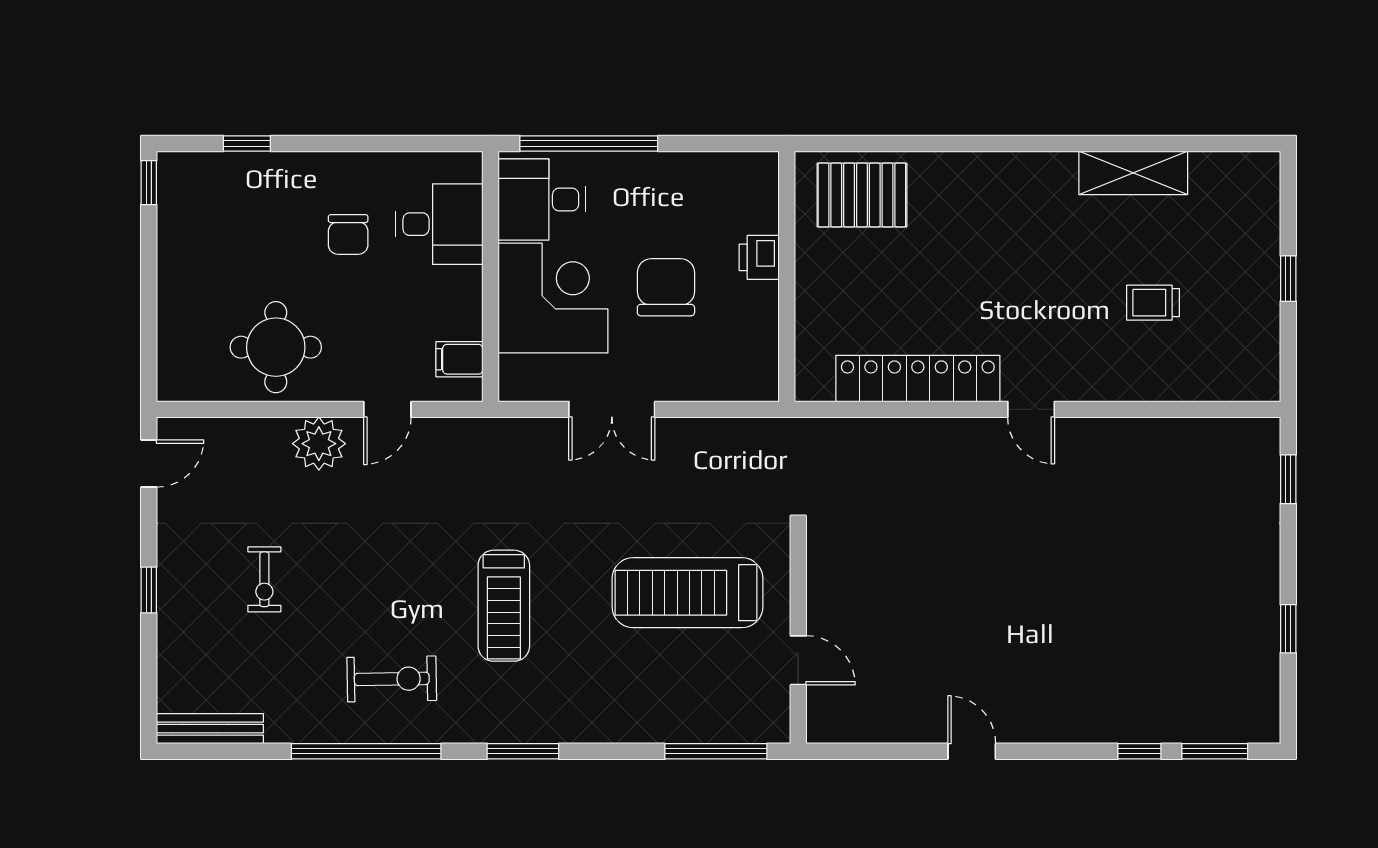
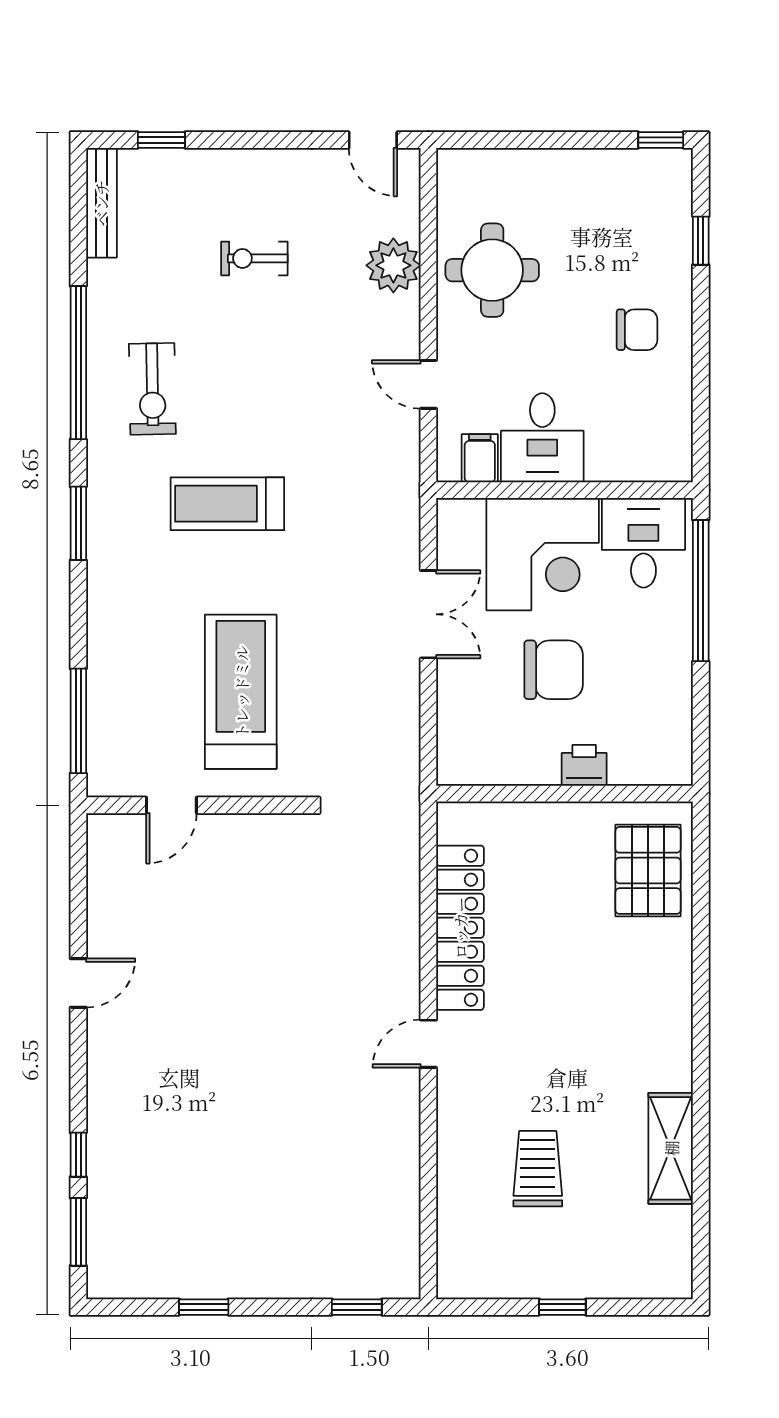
desk: (439, 224) -> (542, 438), moved
chair: (348, 234) -> (637, 330), moved, turned 180
trolley: (1153, 303) -> (538, 1169), width x1.36, depth x1.39
double door: (612, 409) -> (428, 614), swing flipped
plant: (319, 444) -> (393, 265), moved
window: (149, 590) -> (161, 140), moved

